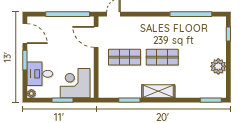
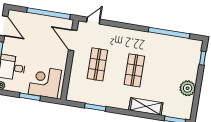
shop shelf: (125, 57) -> (97, 64), turned 90
shop shelf: (162, 57) -> (134, 70), turned 90
shelving: (158, 91) -> (146, 106), moved

